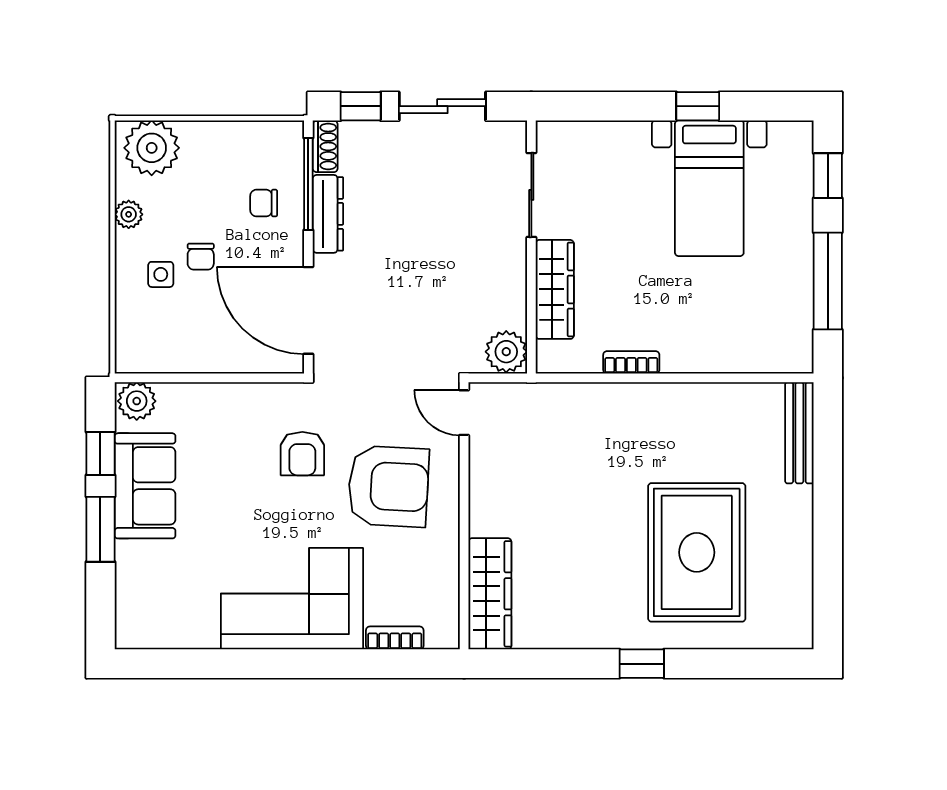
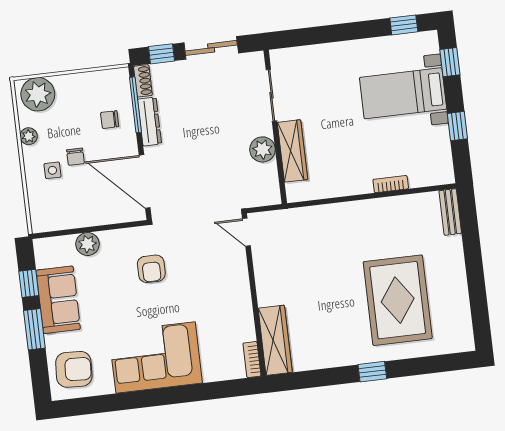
window: (698, 106) -> (404, 25), moved
bed with nightstands: (709, 188) -> (403, 93), moved, turned 90
window: (828, 281) -> (457, 126), width x0.46
plant: (506, 352) -> (262, 149), moved
bookcase: (631, 362) -> (391, 184), moved
plant: (137, 401) -> (88, 244), moved
bench: (799, 433) -> (450, 212), width x0.73
armchair: (388, 486) -> (74, 369), moved, width x0.73, depth x0.73
bookcase: (395, 638) -> (252, 360), moved, turned -90

